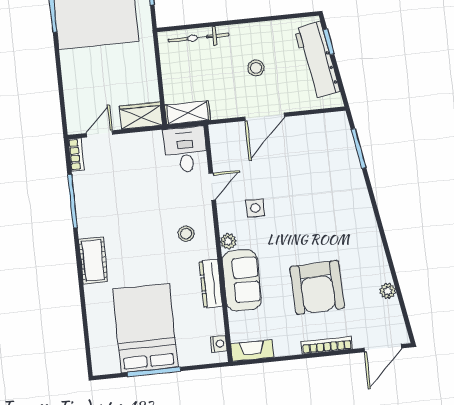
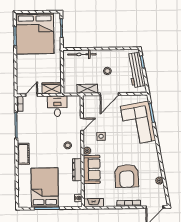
shelving: (187, 113) -> (87, 89), moved
desk: (185, 150) -> (57, 106), moved
corner sofa: (331, 173) -> (138, 123), added

